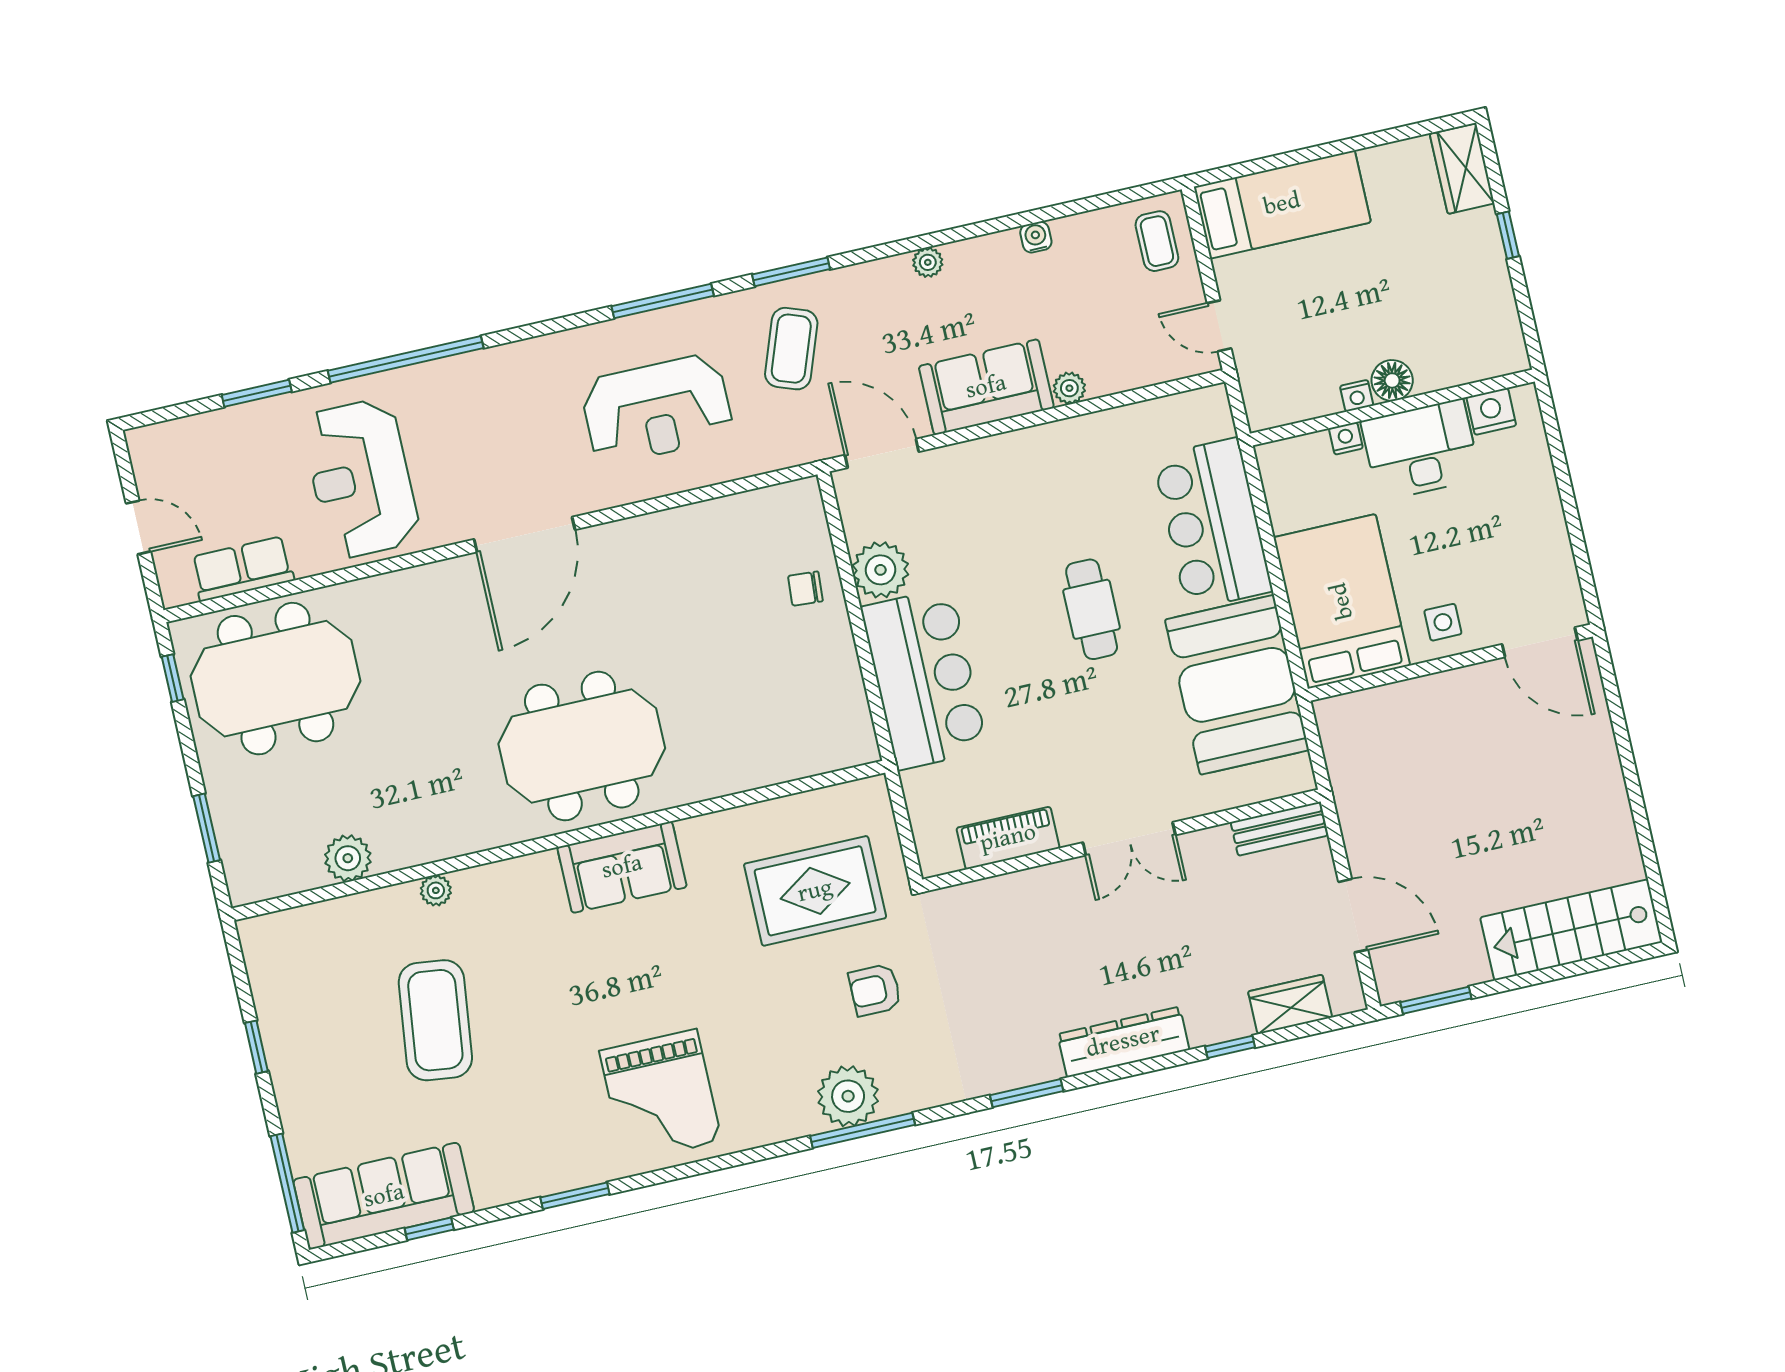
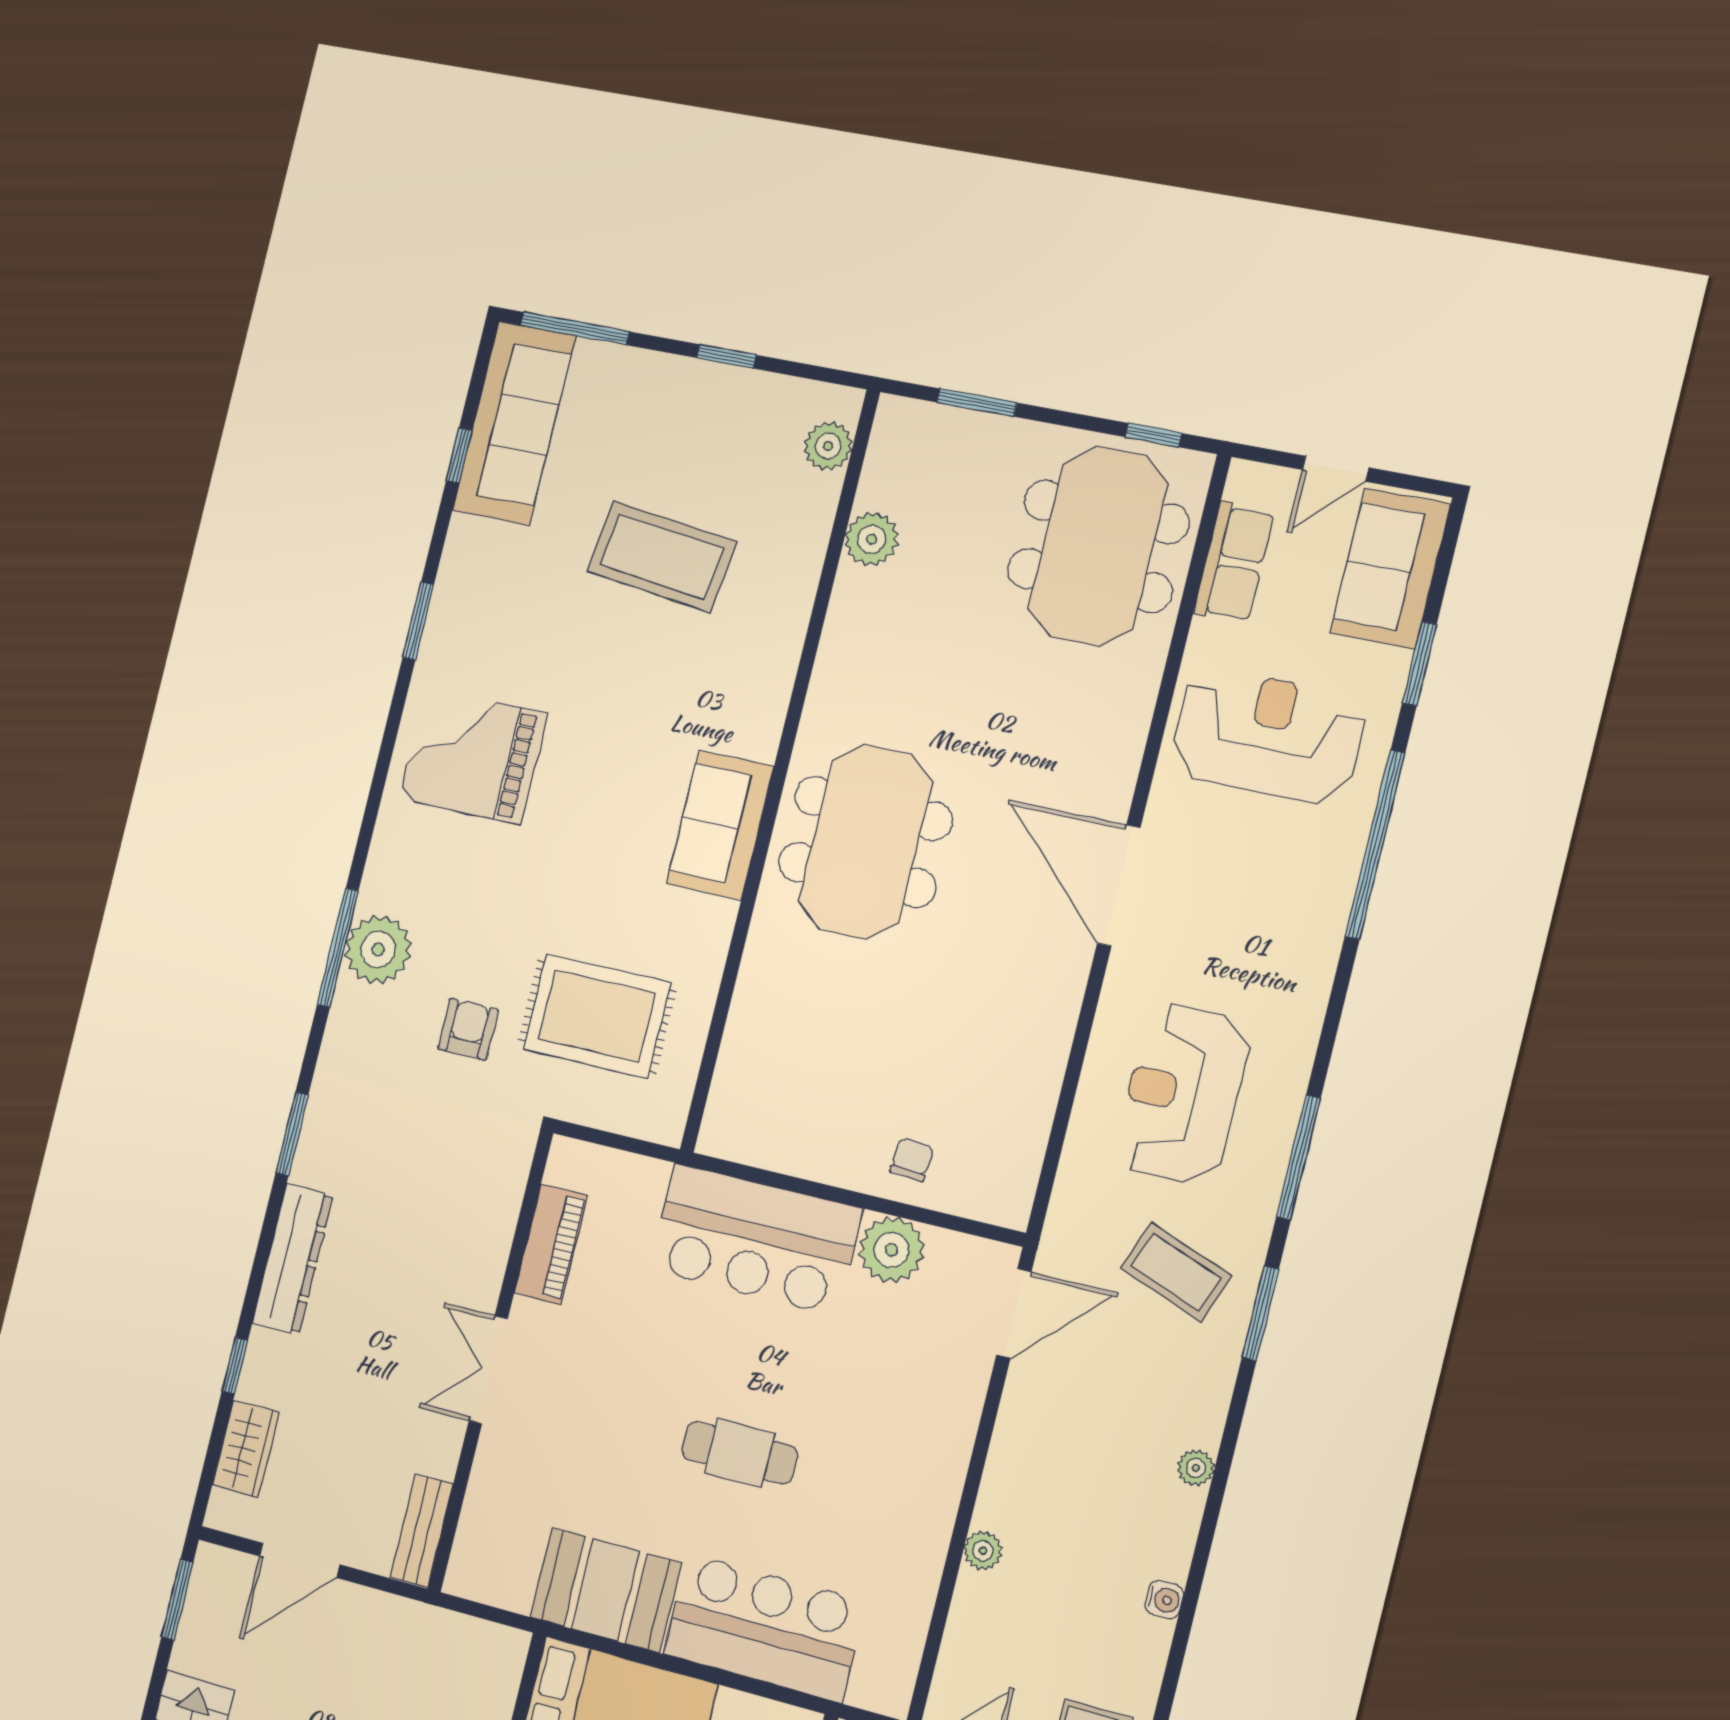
sofa: (986, 387) -> (1390, 568), moved, turned 180
booth: (1237, 685) -> (605, 1590), width x0.73, depth x0.70
plant: (436, 890) -> (828, 446), moved, width x1.38, depth x1.38
rug: (815, 891) -> (597, 1016), turned 90

